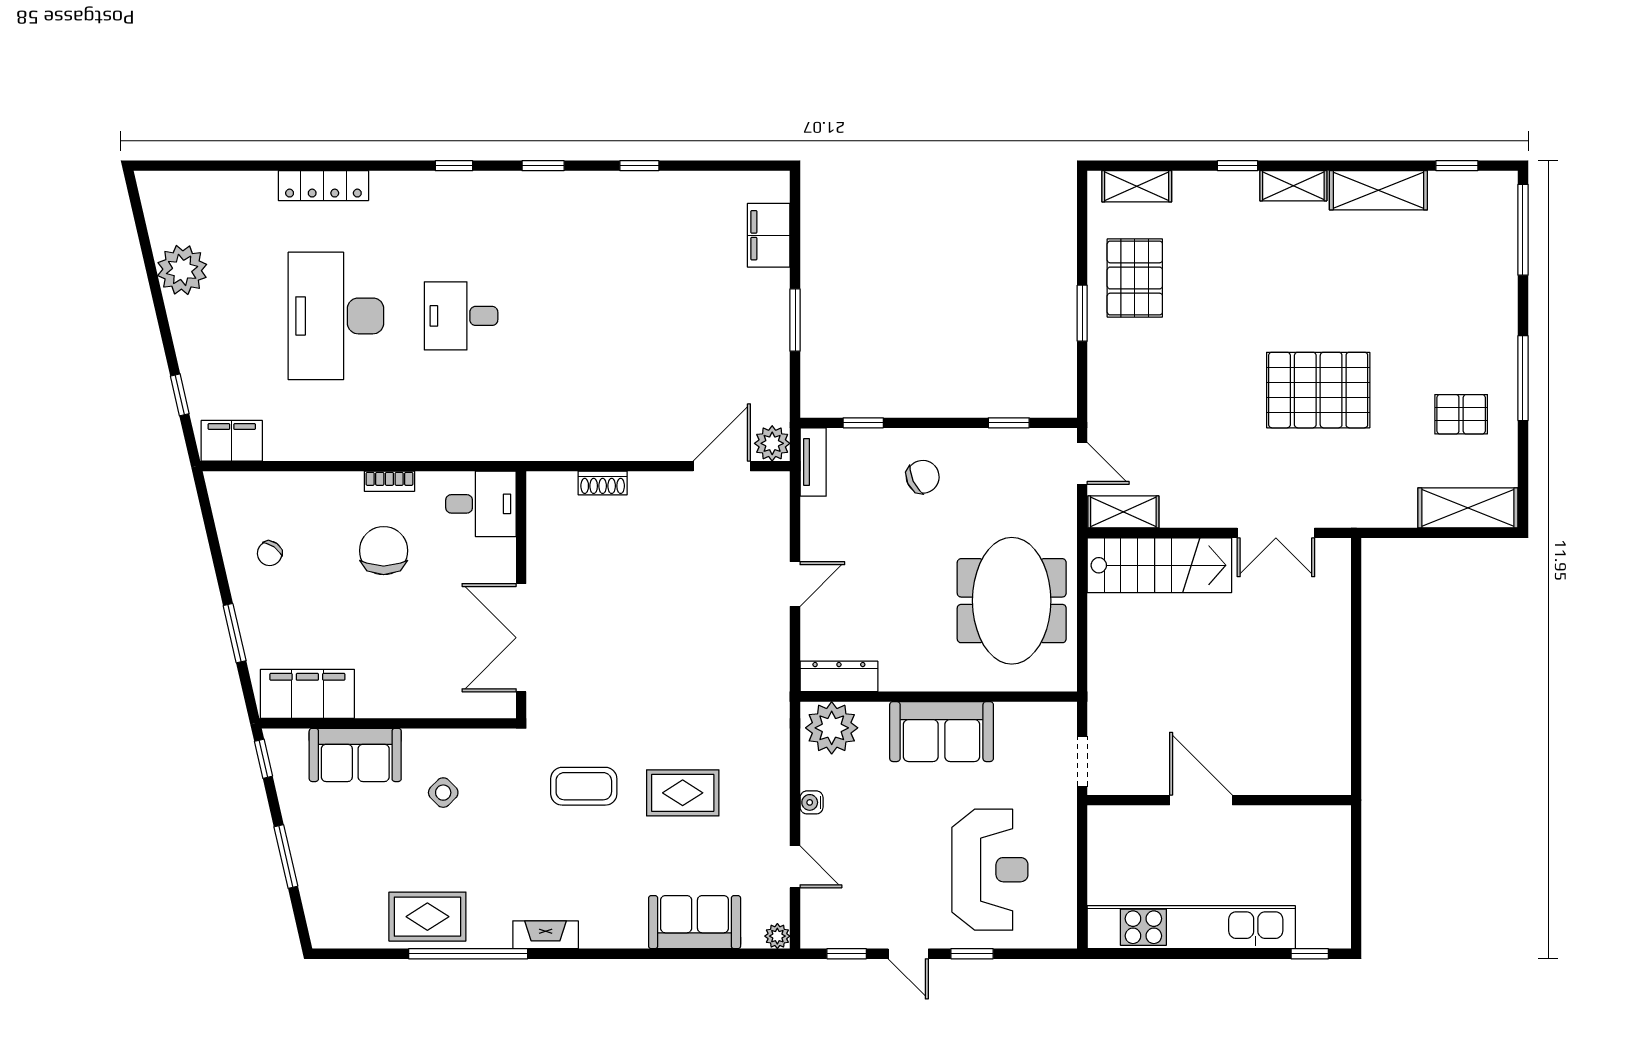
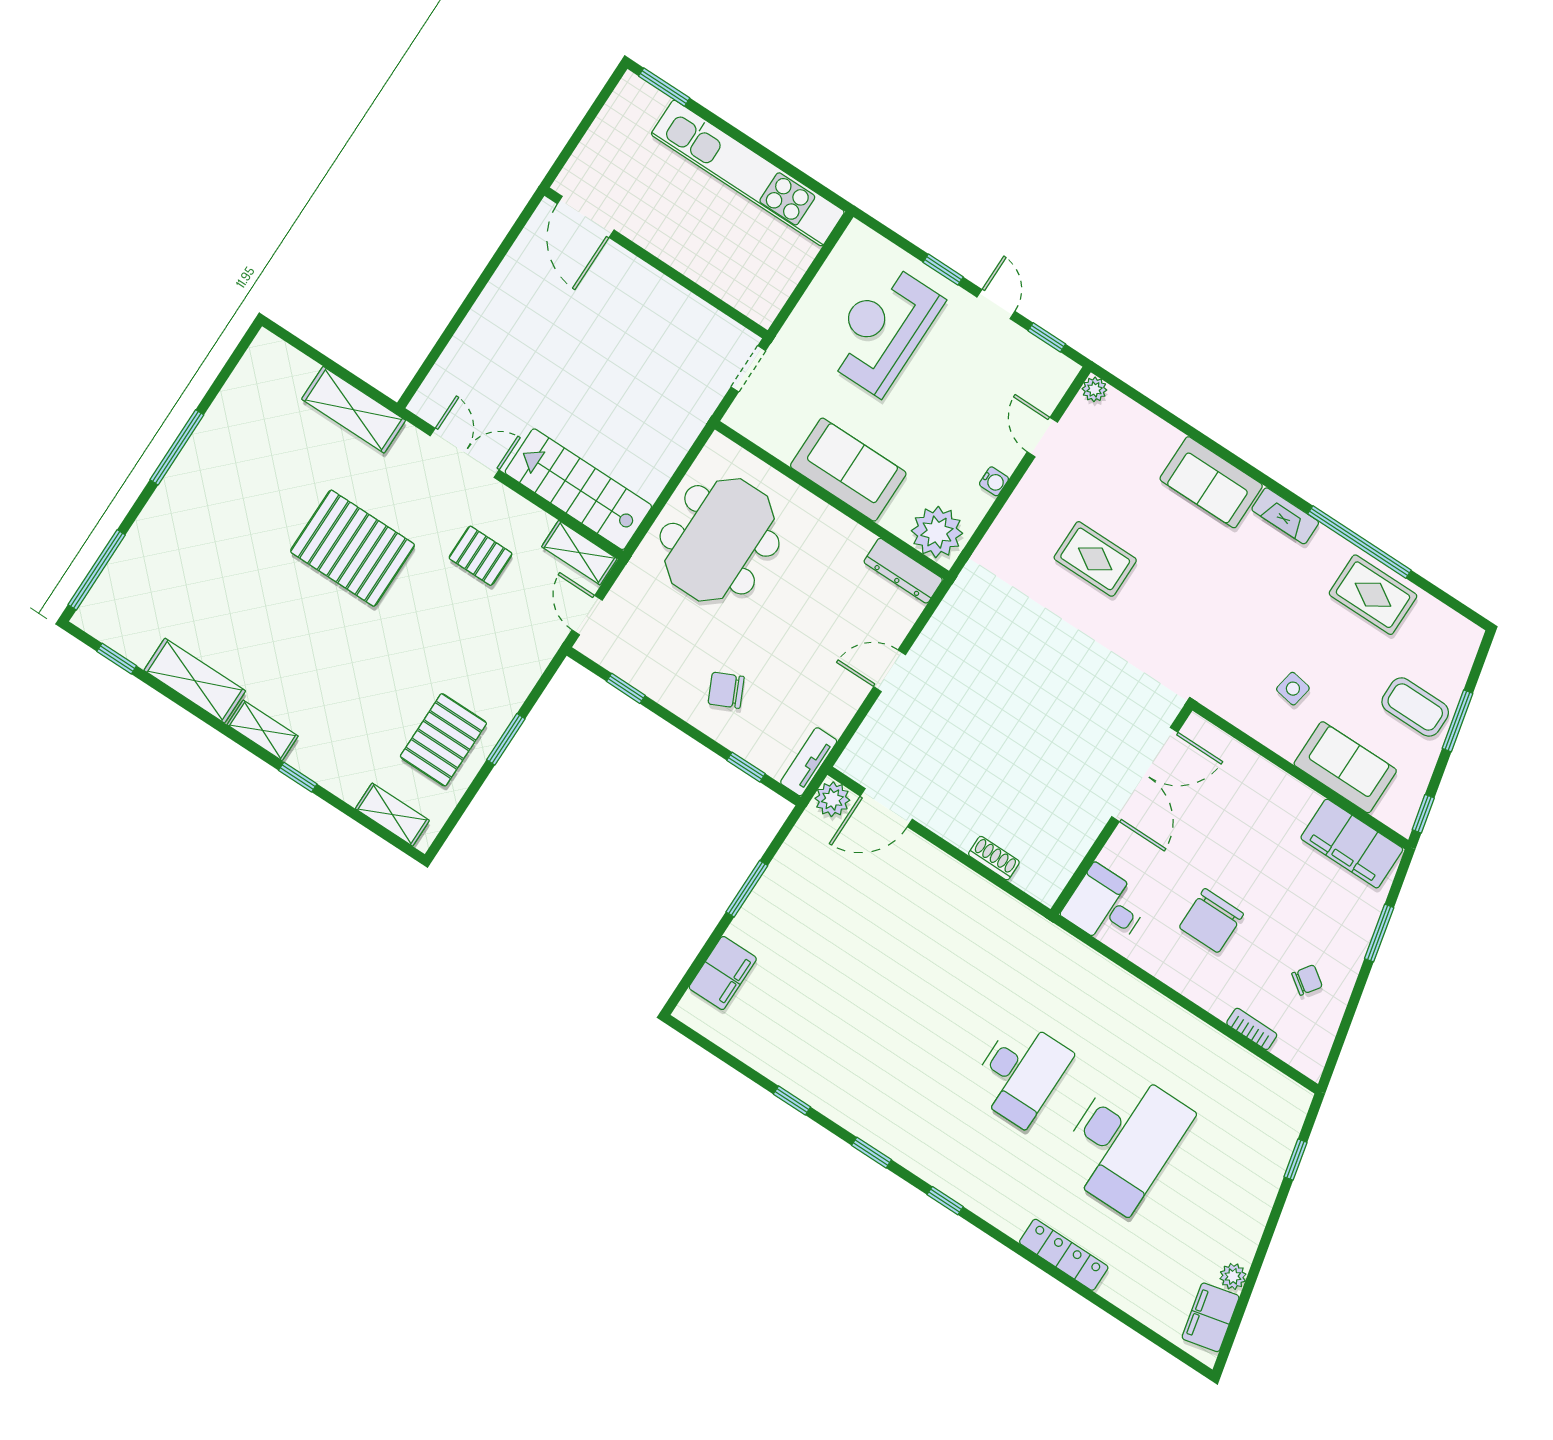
plant: (182, 270) -> (1233, 1276), width x0.53, depth x0.53
desk: (461, 316) -> (1020, 1073), width x1.37
pallet: (1461, 414) -> (481, 556), moved
filing cabinet: (232, 441) -> (1211, 1317), moved, turned 77
bookcase: (389, 481) -> (1252, 1029), moved
shelving: (1468, 508) -> (354, 410), moved
coffee table: (584, 786) -> (1415, 707), moved
side table: (443, 793) -> (1293, 689), turned -35
door: (1201, 800) -> (586, 217), moved
sofa: (695, 922) -> (1211, 482), moved
window: (1310, 954) -> (664, 87), width x1.50

